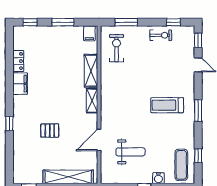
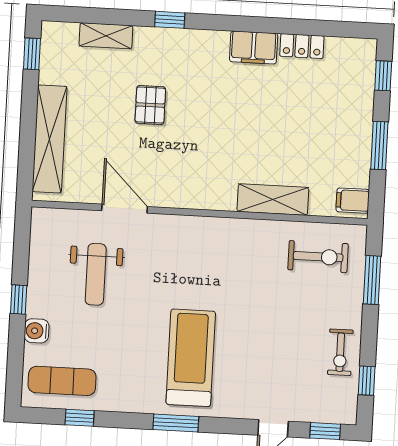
shelving: (92, 101) -> (106, 36), moved
treadmill: (167, 105) -> (191, 358), width x1.37, depth x1.38

